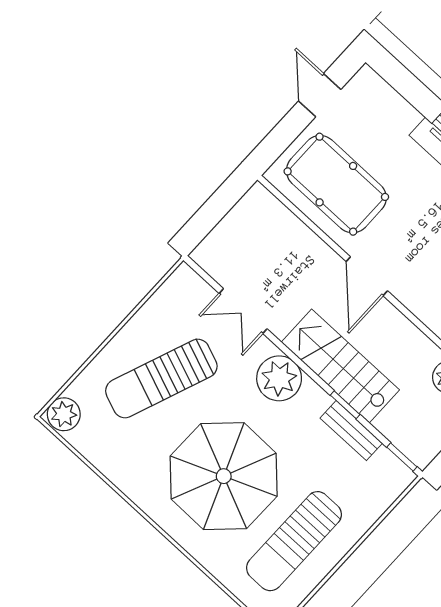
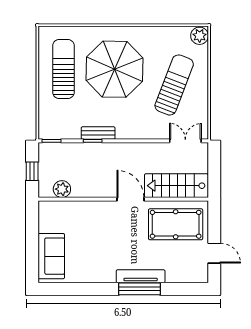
double door: (243, 311) -> (185, 141), moved
stairs: (340, 366) -> (176, 186), moved, turned 180
plant: (279, 378) -> (128, 127), removed
bench: (351, 431) -> (98, 133), moved

